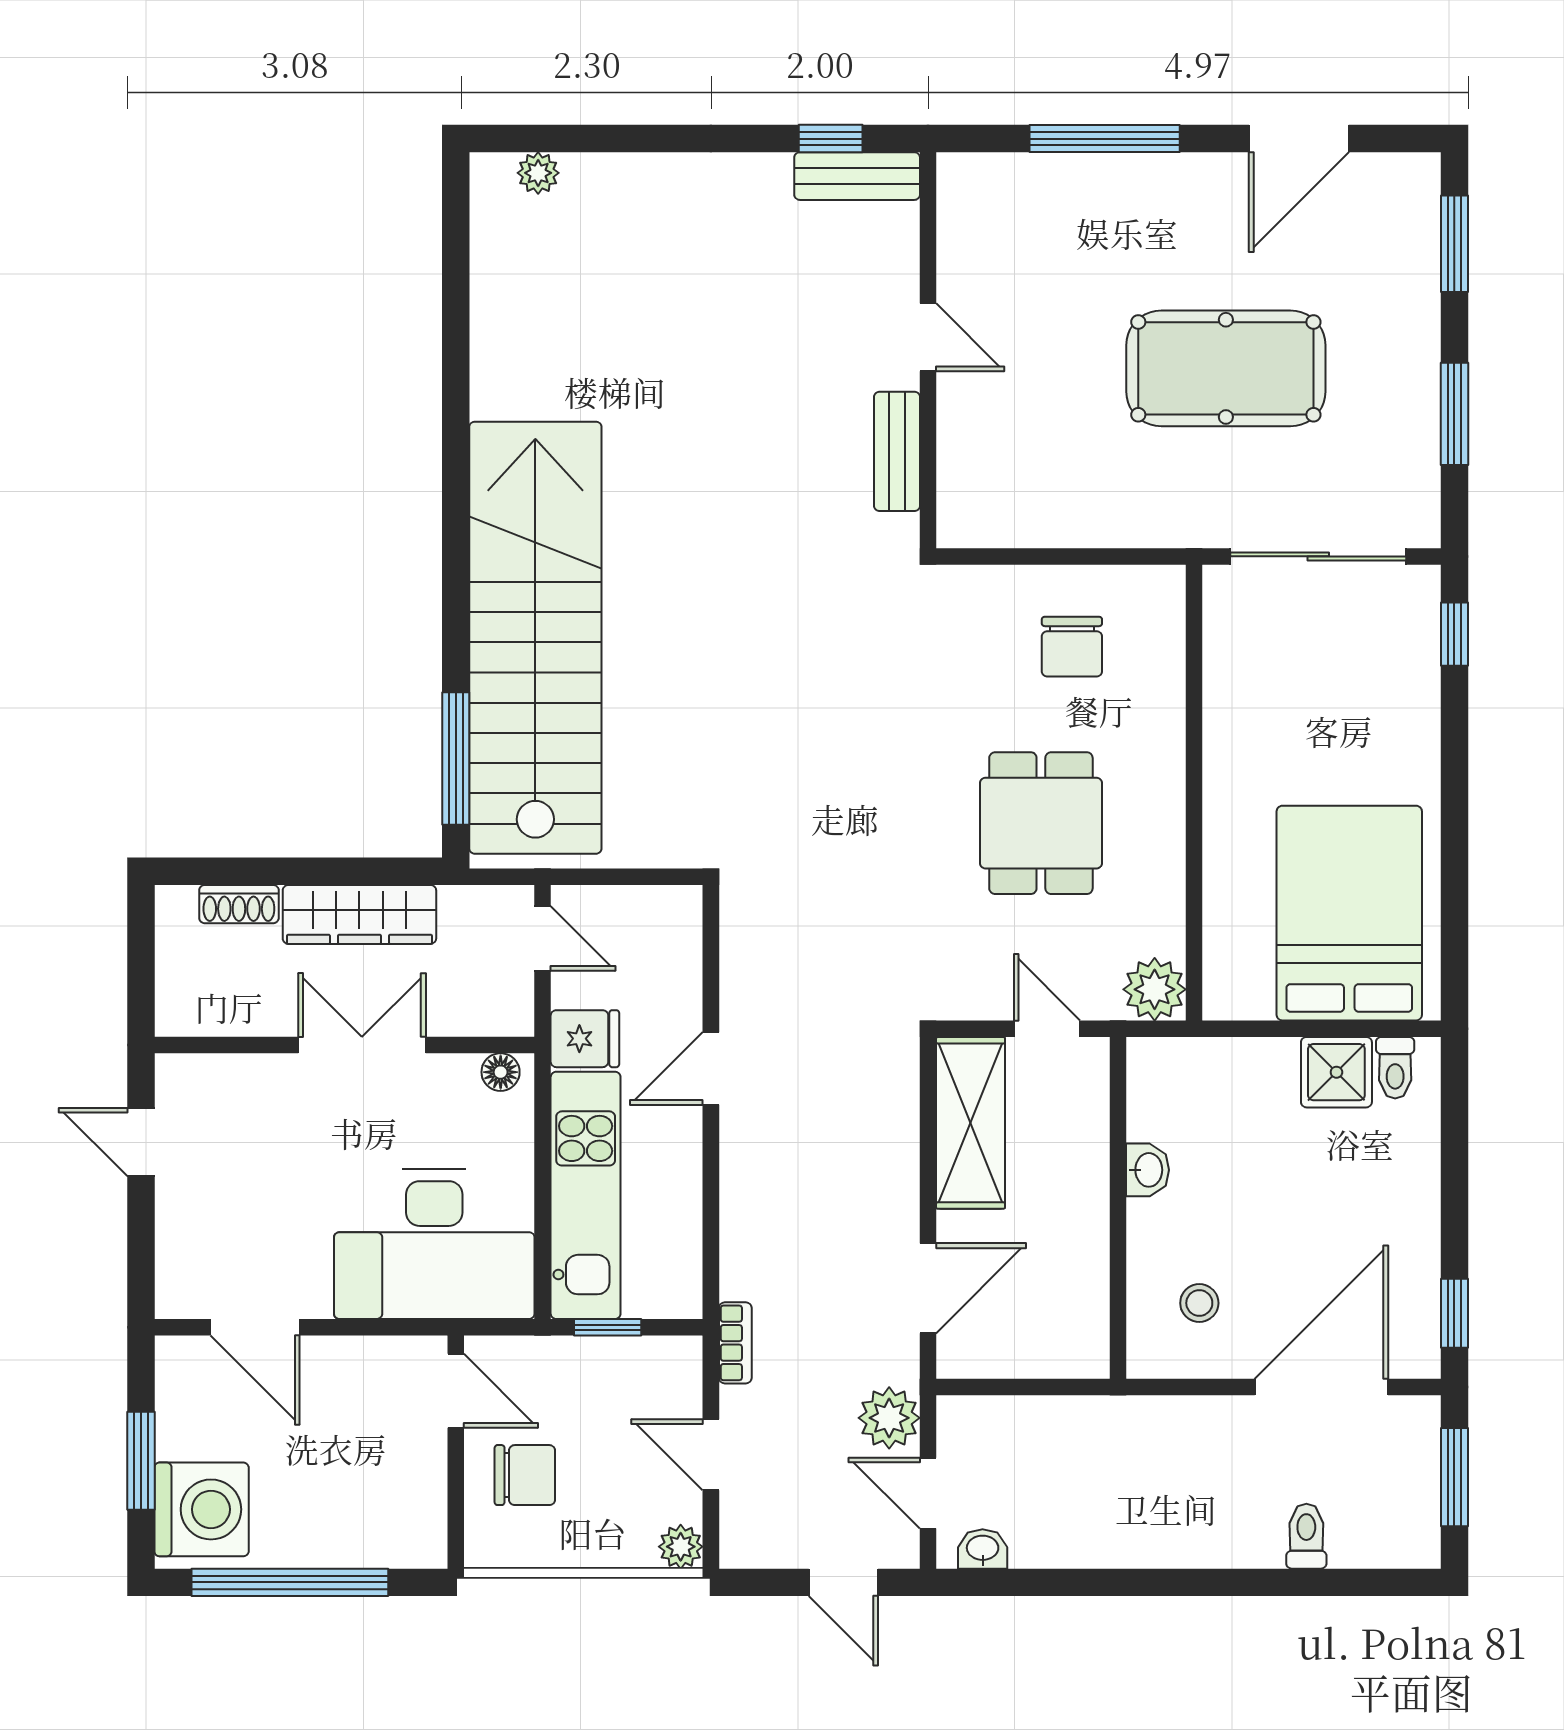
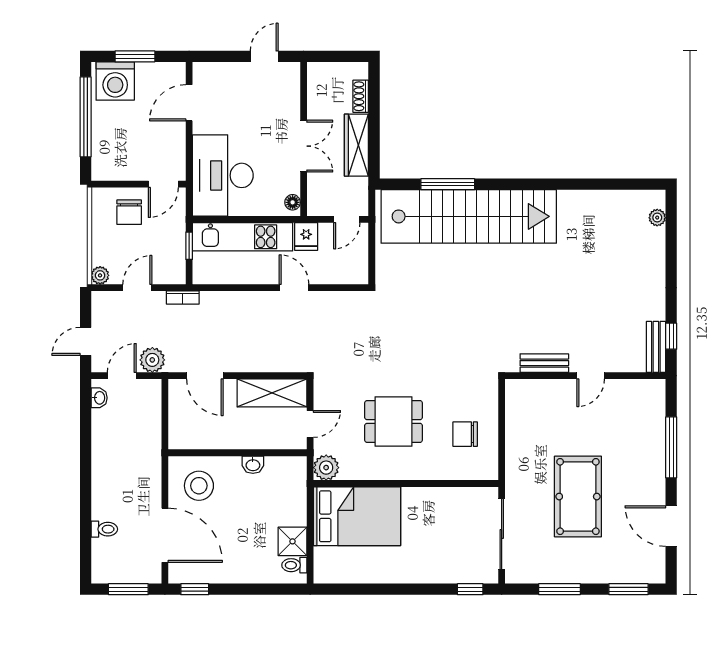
window: (456, 758) -> (448, 184), moved
bed: (1349, 913) -> (357, 516), moved
stool: (1199, 1303) -> (199, 486), width x1.89, depth x1.89

